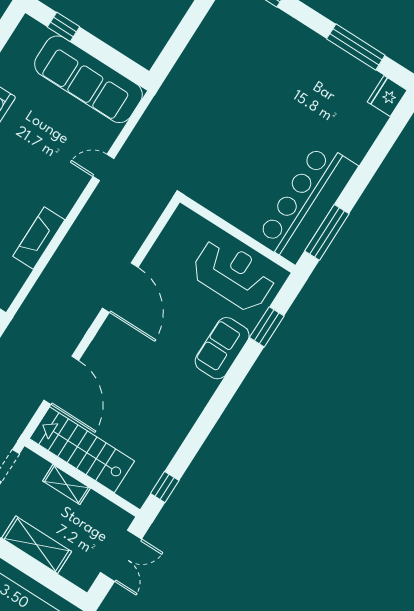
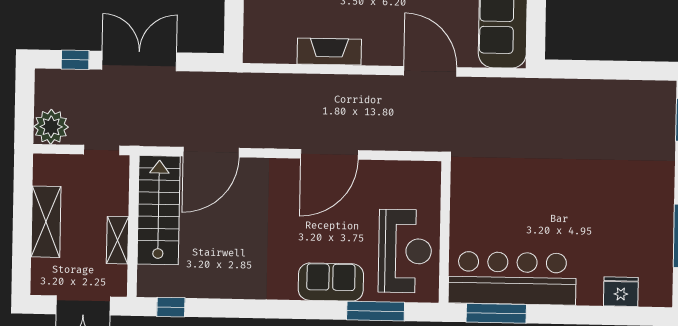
fridge: (387, 96) -> (621, 292), moved
door: (103, 168) -> (430, 71), width x1.88
window: (267, 327) -> (376, 311), width x1.44
shelving: (66, 485) -> (118, 240), moved

